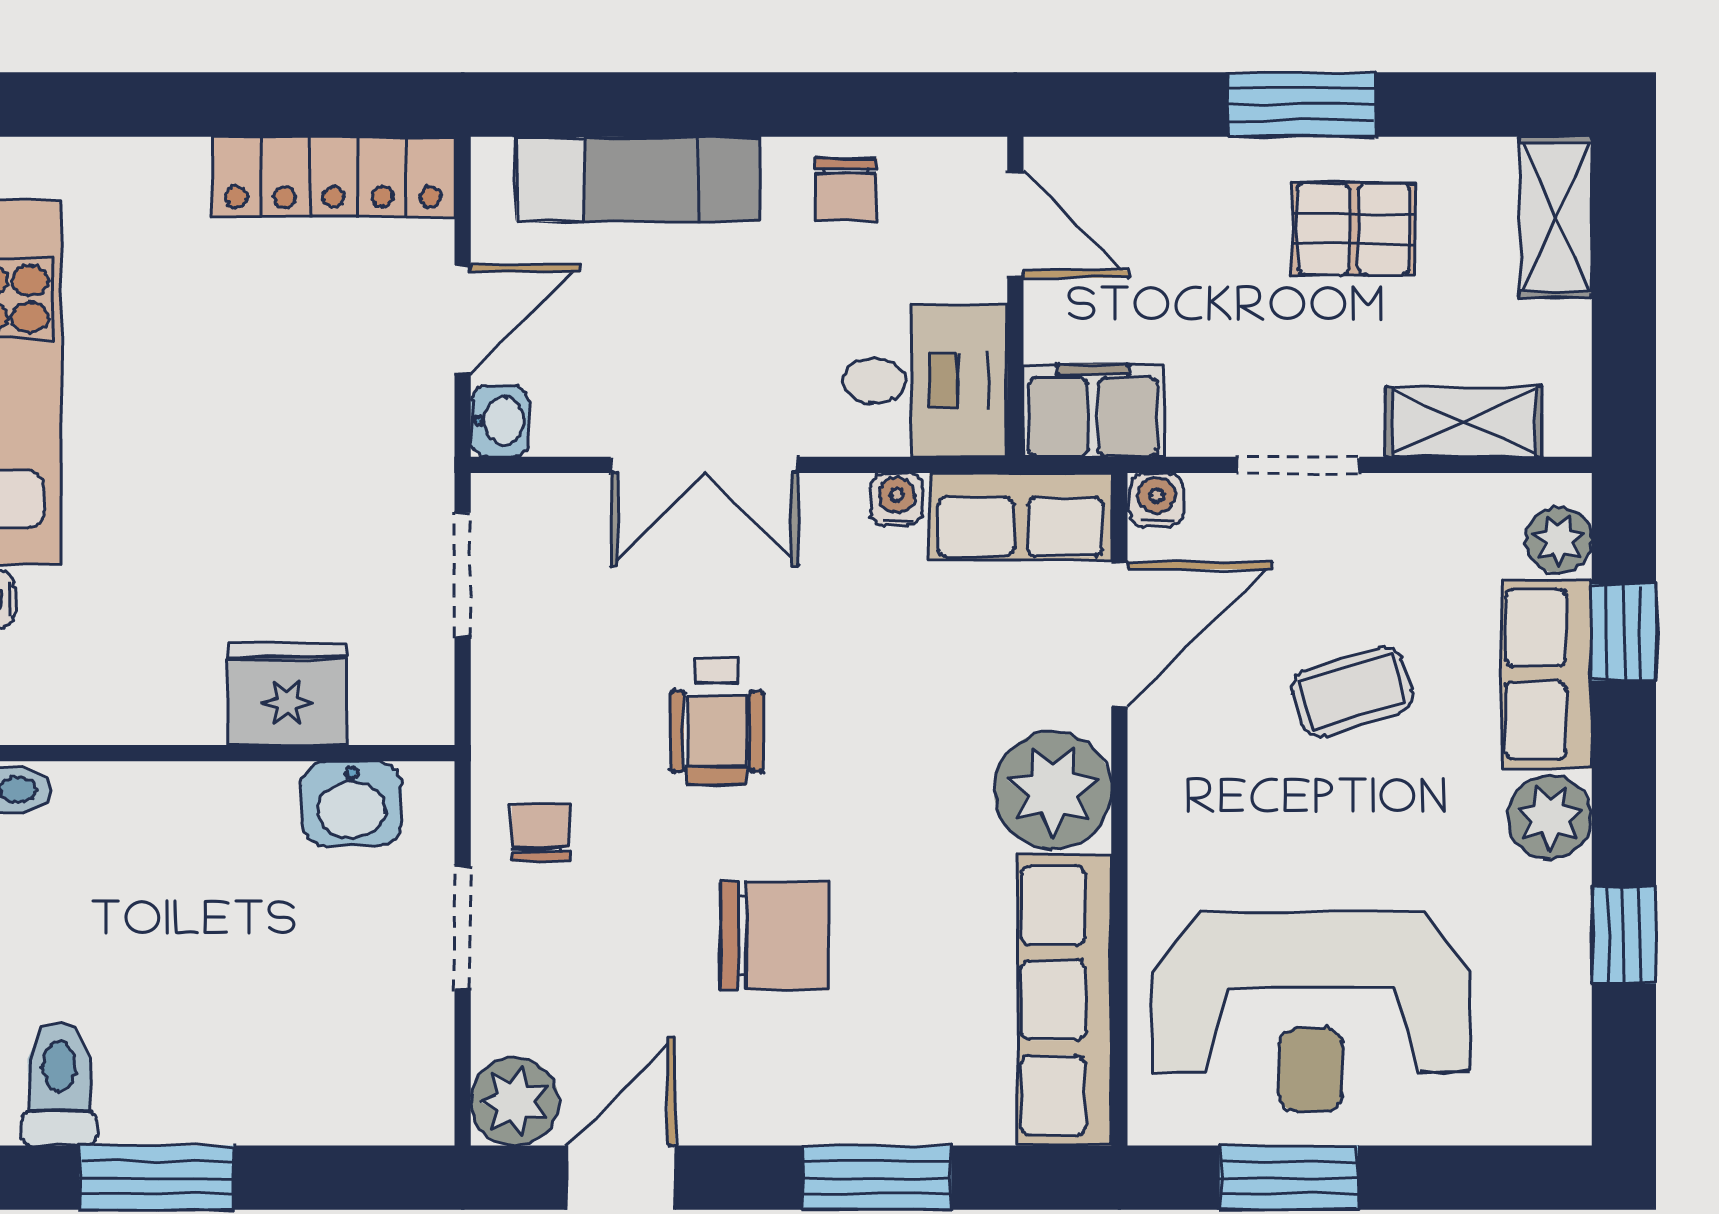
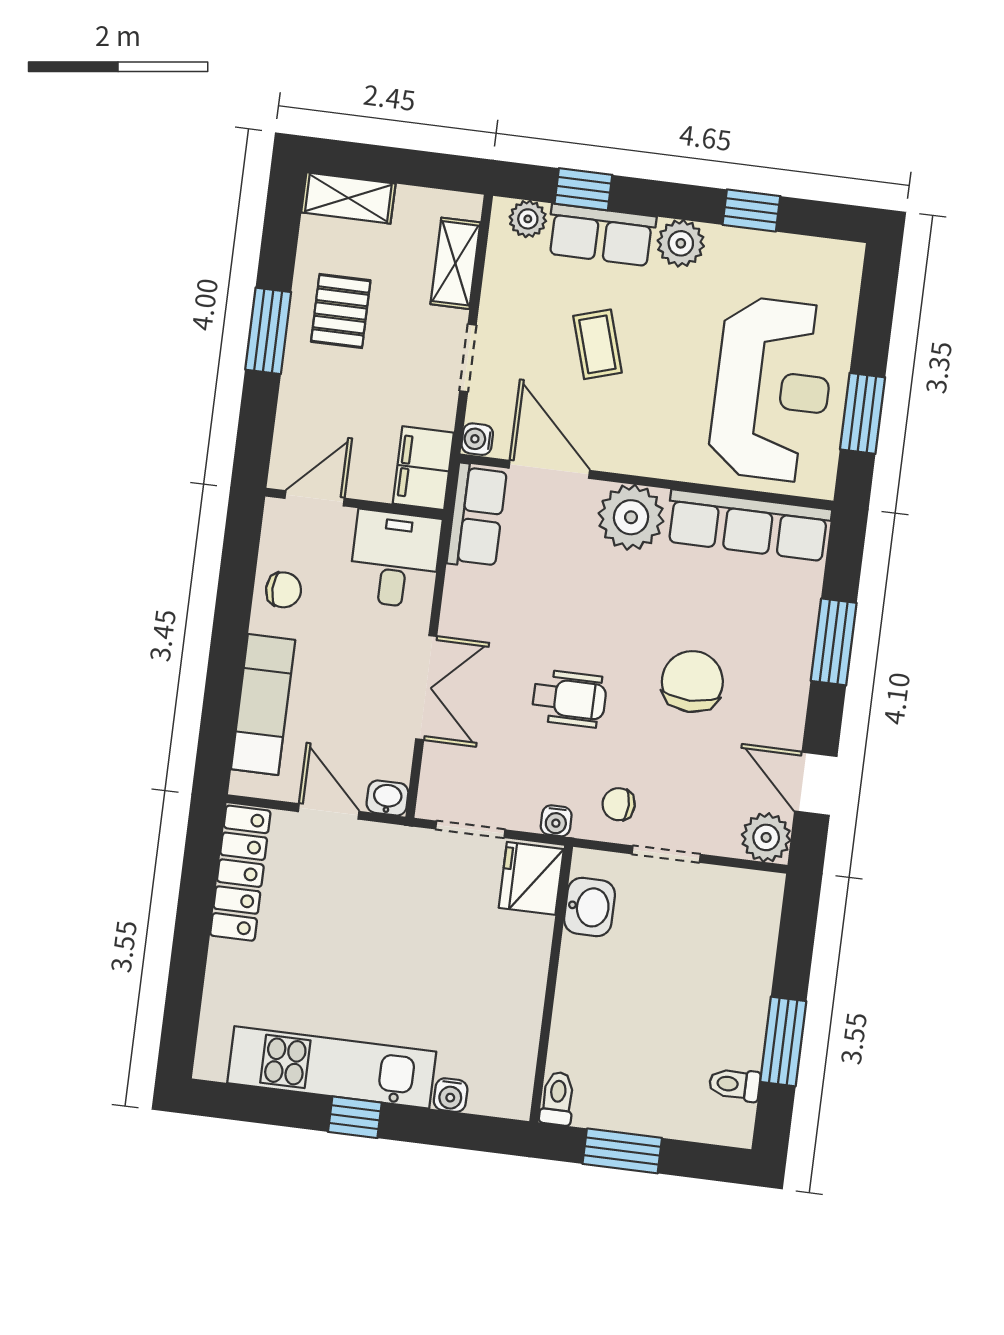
water cooler: (897, 499) -> (556, 821), moved, turned -90
fridge: (287, 694) -> (531, 878), moved
toilet: (59, 1084) -> (735, 1084), width x0.73, depth x0.72

